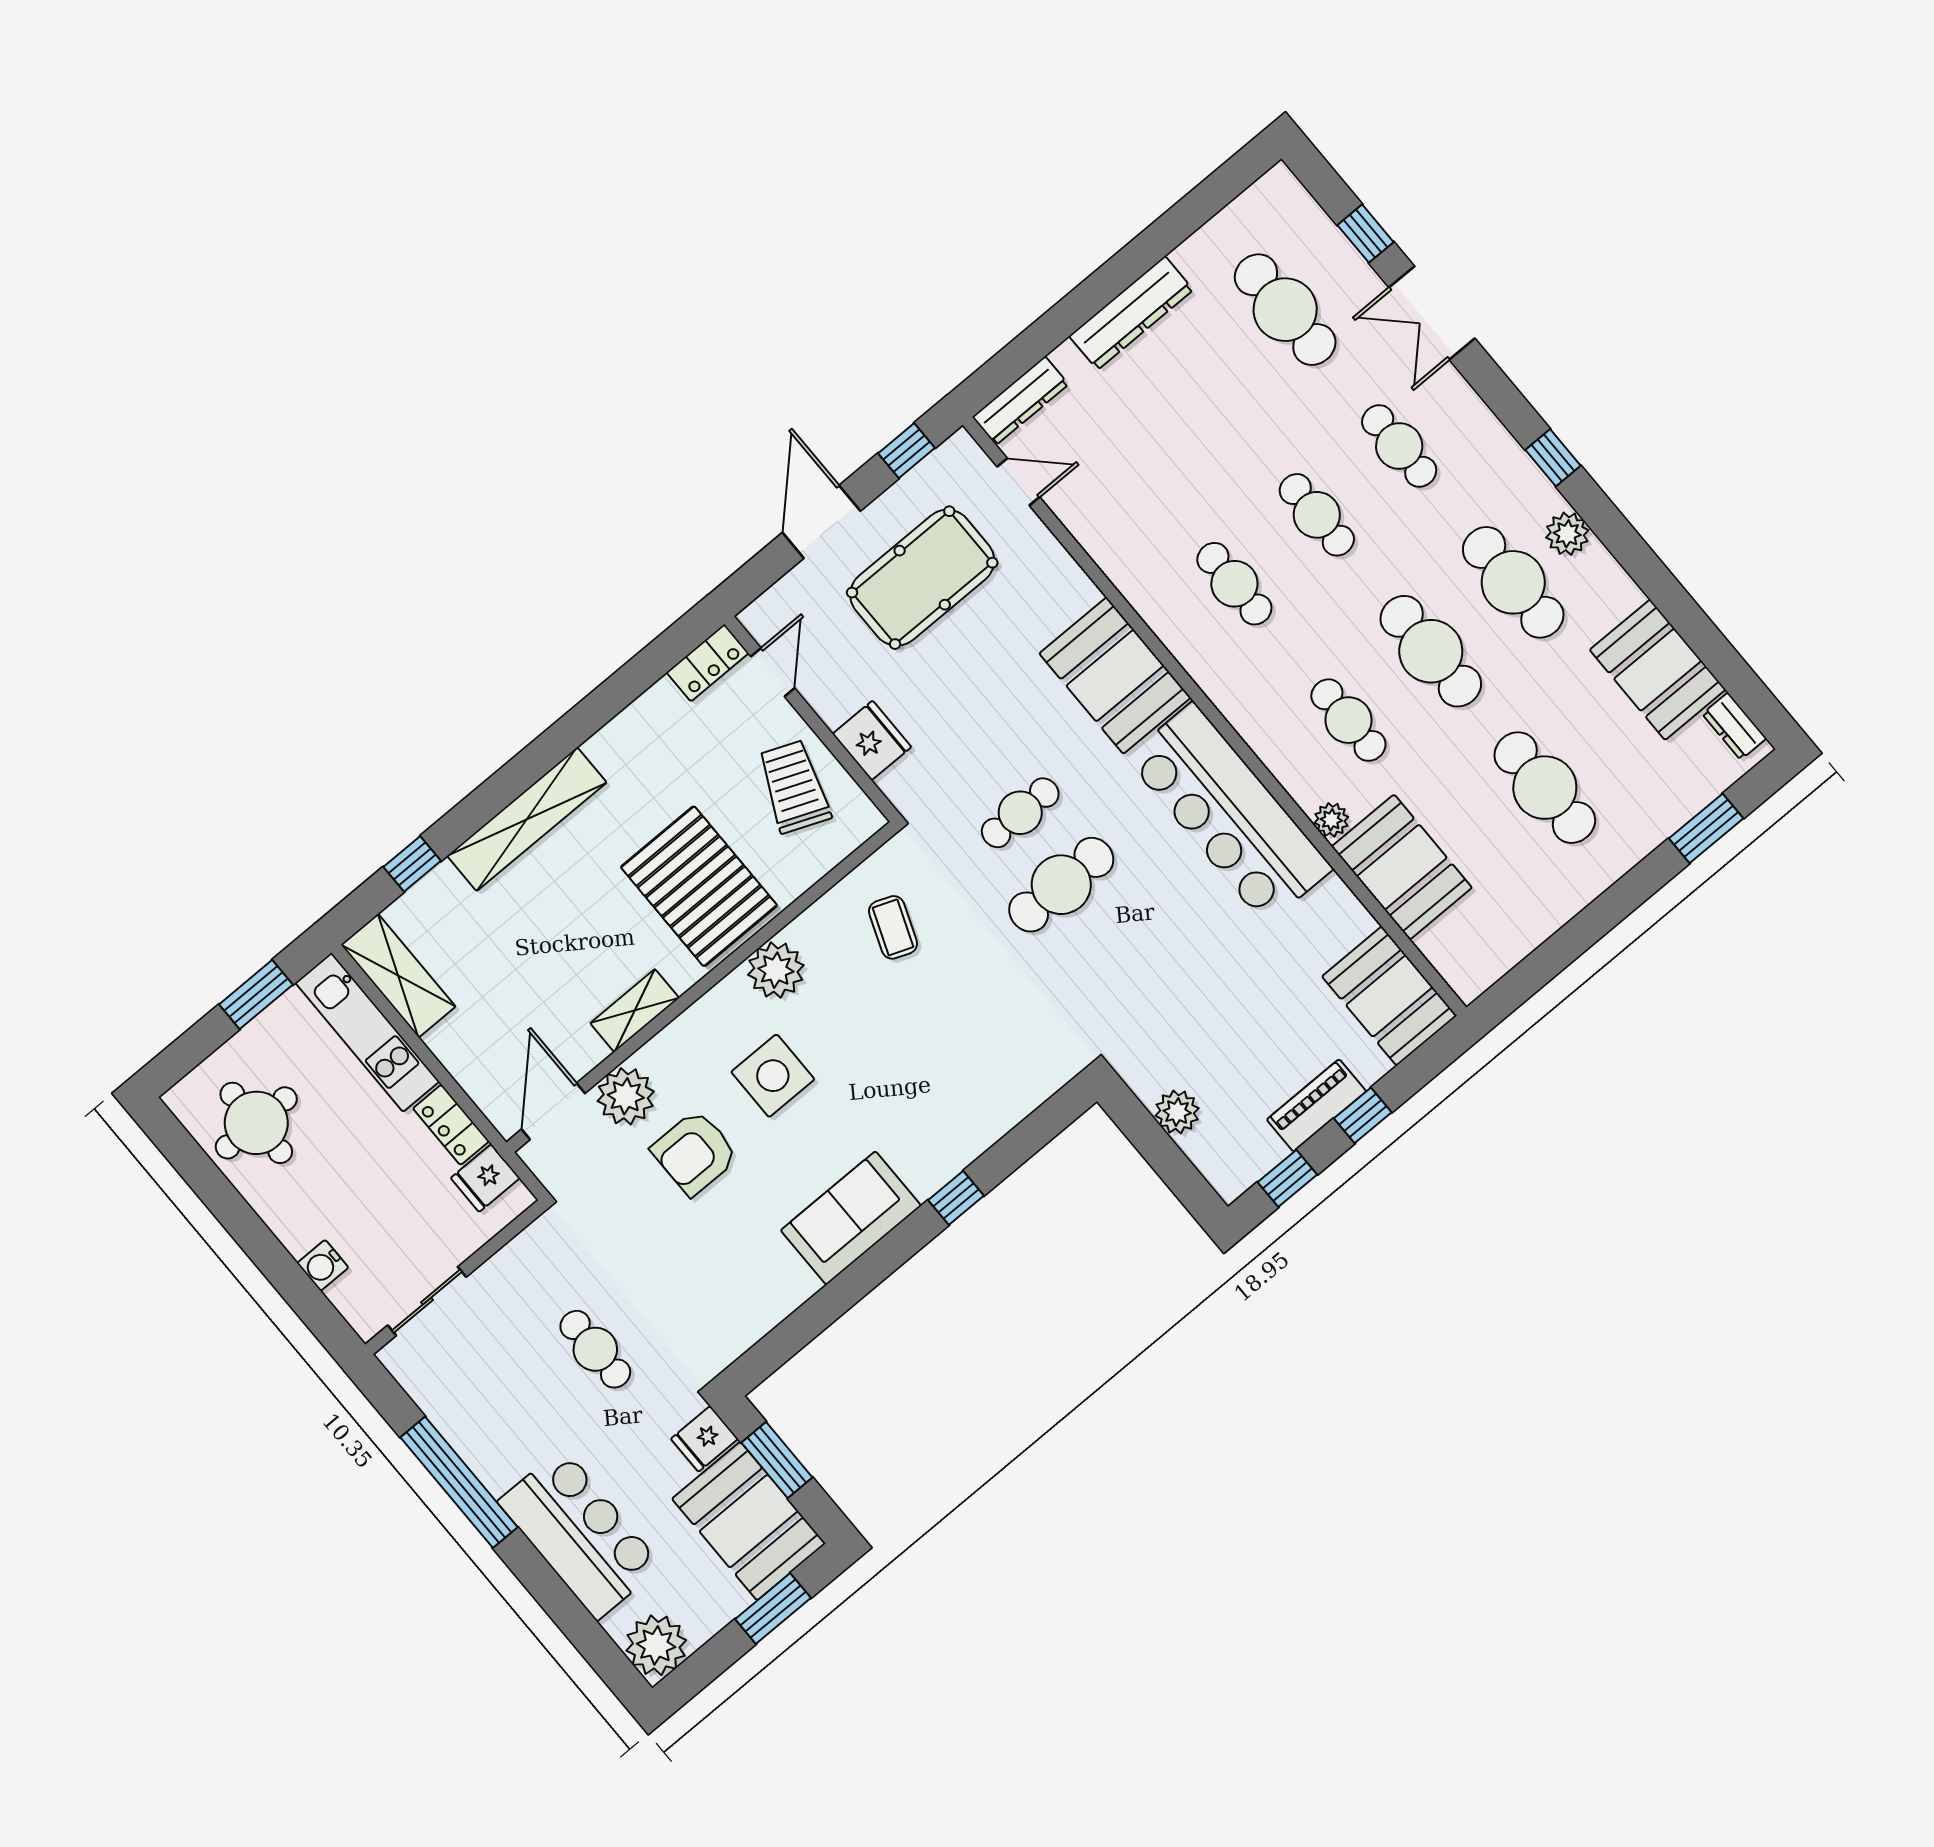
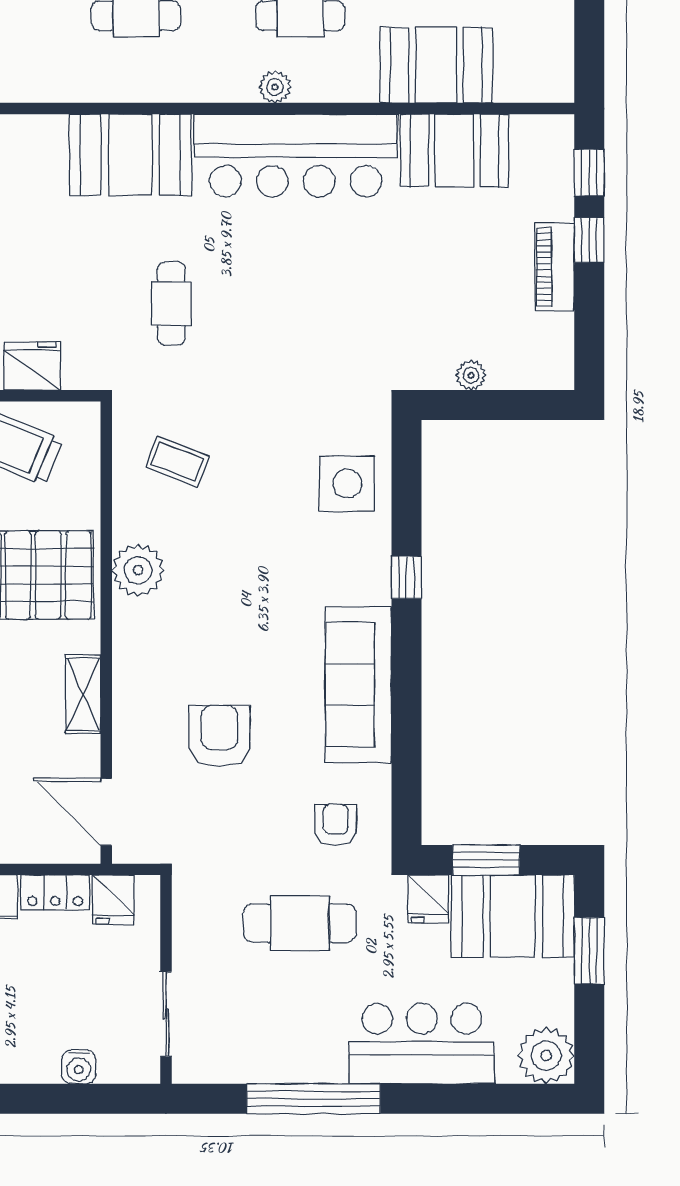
plant: (1331, 820) -> (275, 87), moved
cafe table: (1061, 885) -> (247, 317), removed
booth: (1389, 996) -> (454, 150), moved
side table: (773, 1076) -> (347, 484), moved
plant: (626, 1096) -> (139, 751), removed
plant: (1177, 1112) -> (471, 375), width x0.73, depth x0.73
armchair: (695, 1153) -> (219, 736), turned 180
window: (1287, 1178) -> (589, 173), moved
sofa: (851, 1218) -> (358, 685), width x1.36
armchair: (702, 1311) -> (336, 825), added
cafe table: (595, 1349) -> (300, 923), width x1.37, depth x1.35

